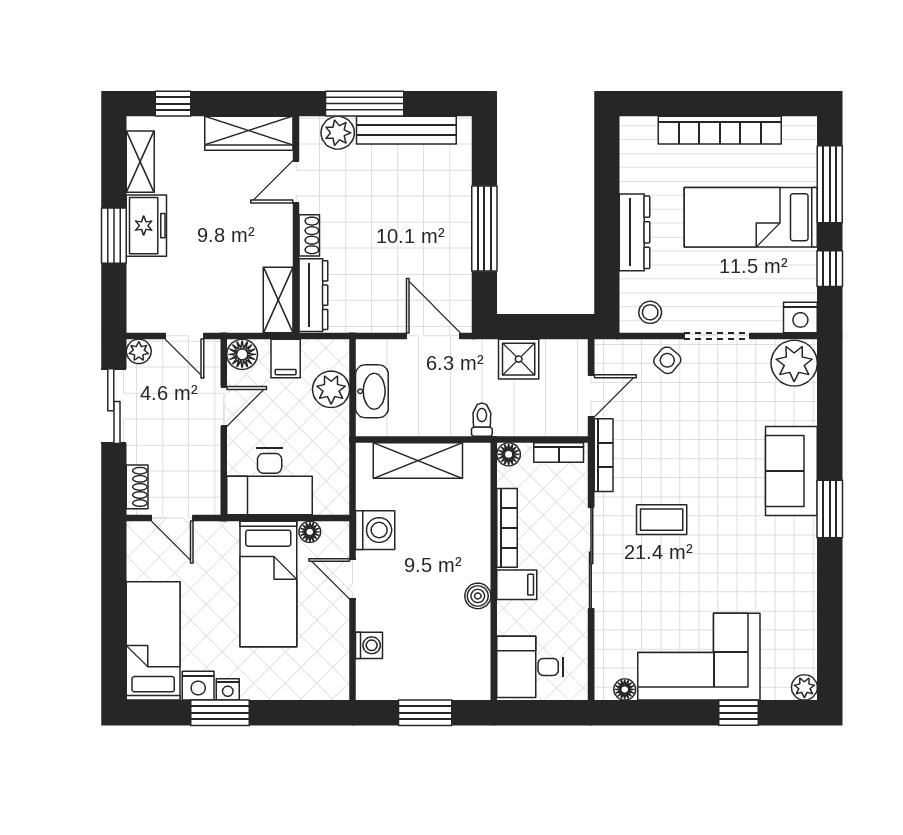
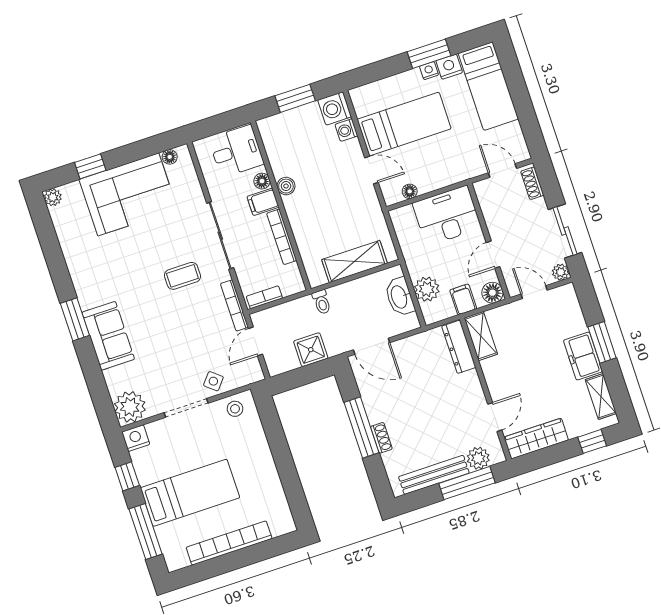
dresser: (634, 232) -> (263, 458), removed
shoe rack: (309, 235) -> (381, 438), moved, turned 180
floor lamp: (509, 454) -> (262, 181), moved
washing machine: (375, 530) -> (335, 108), moved
bed: (268, 584) -> (404, 124), moved, turned 90

